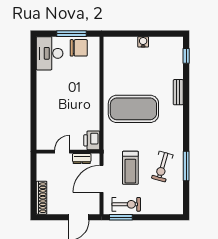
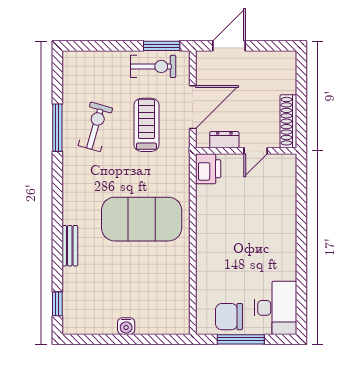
shoe rack: (42, 198) -> (288, 121), moved
exercise bike: (126, 204) -> (153, 66), turned 180

